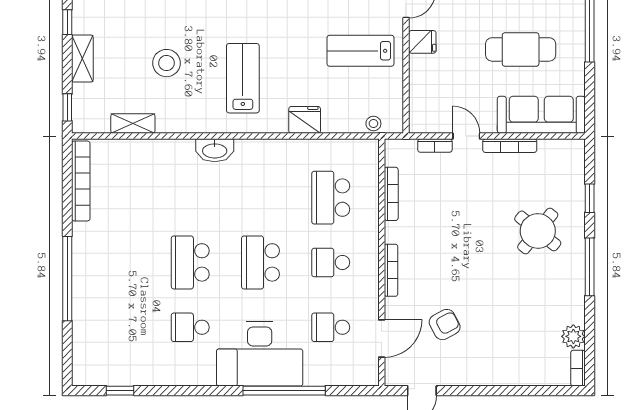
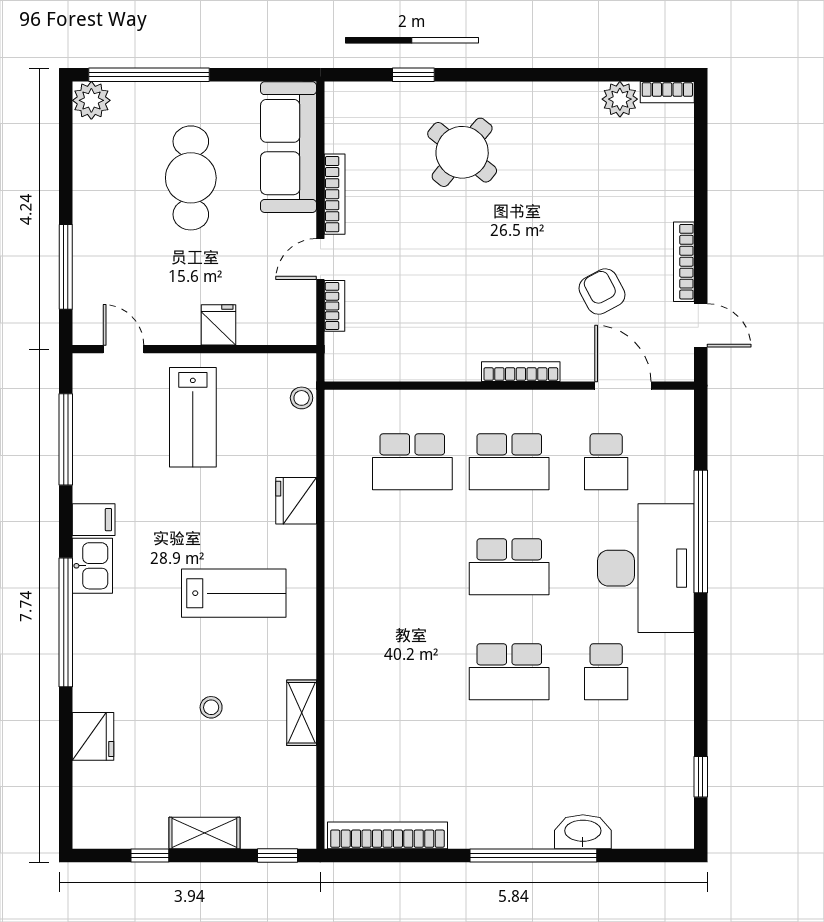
fridge: (422, 42) -> (219, 325), moved
stool: (166, 63) -> (211, 707), width x0.53, depth x0.53
lab bench: (243, 78) -> (234, 593), turned 180
shelving: (133, 124) -> (302, 713), moved
washbasin: (215, 150) -> (583, 832), moved, turned -90
bookcase: (391, 194) -> (684, 262), moved, turned -90
school desk: (331, 262) -> (509, 462), width x1.85
window: (590, 267) -> (516, 75), removed

